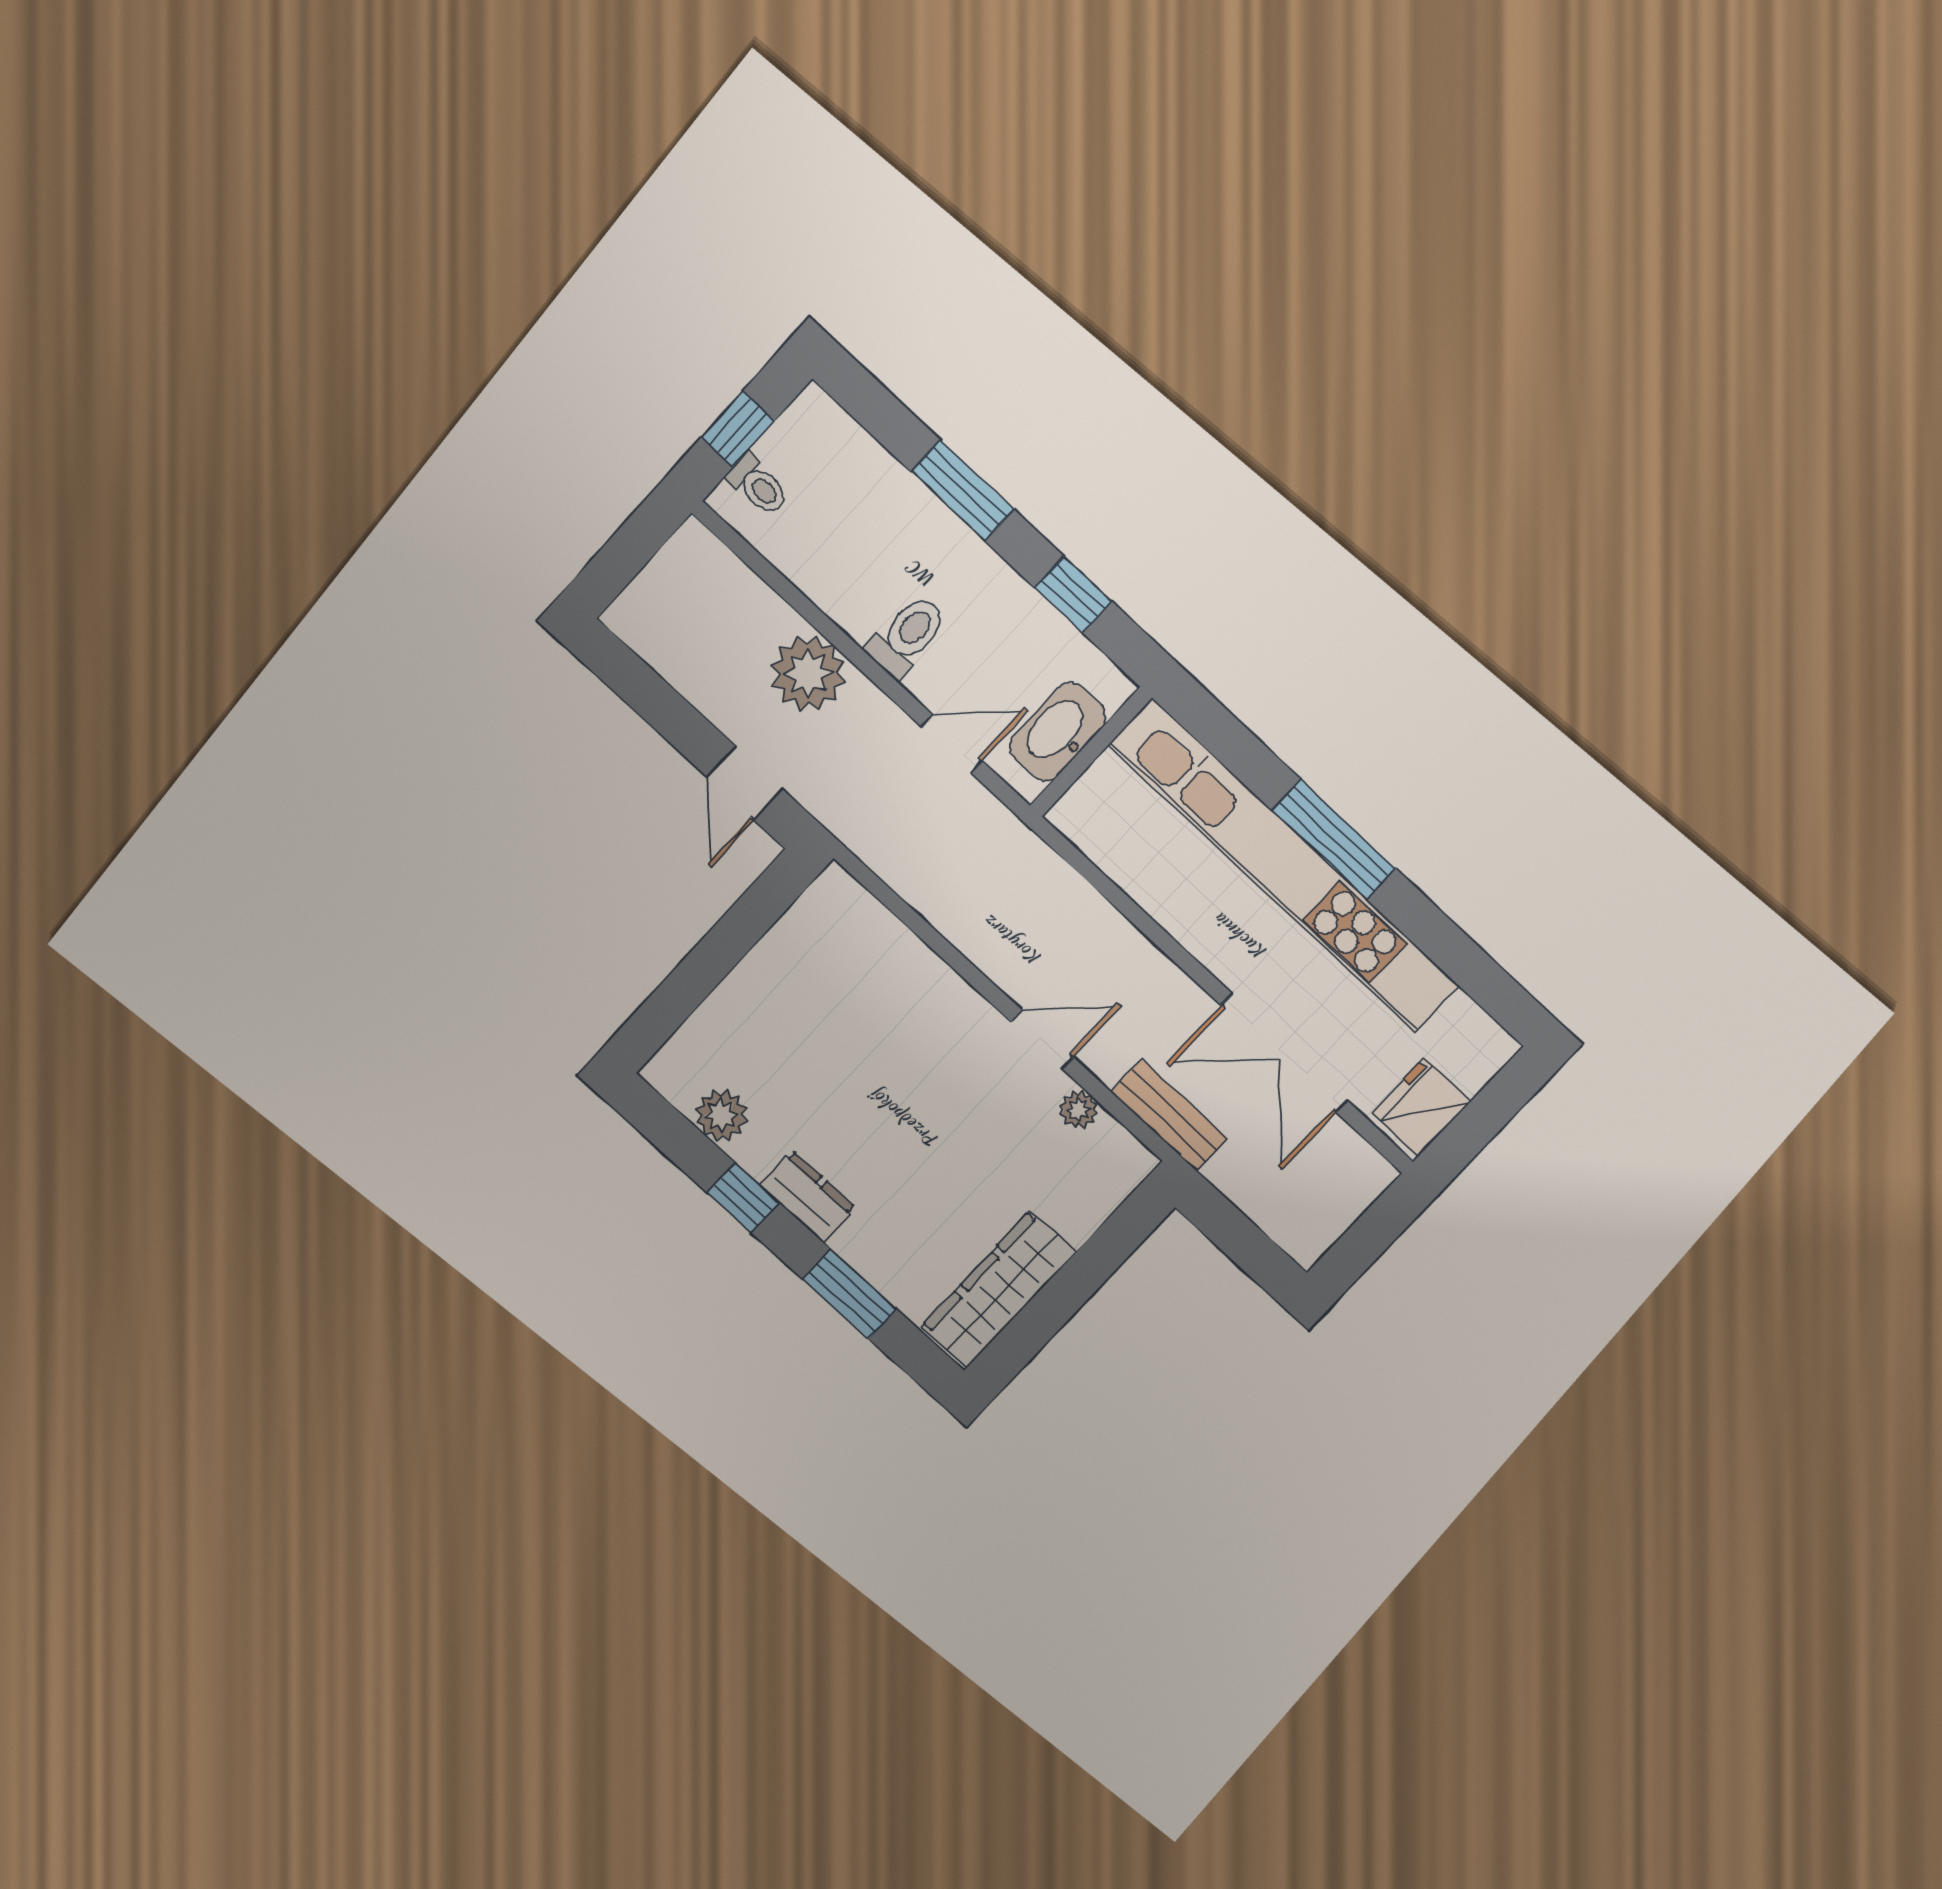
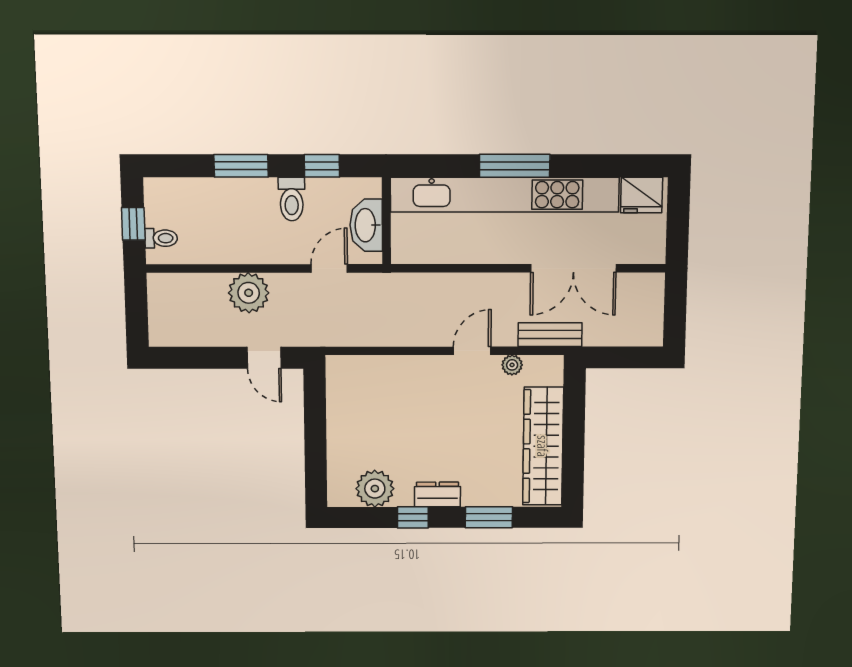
toilet: (907, 636) -> (292, 199), moved, turned 180
fridge: (1421, 1107) -> (642, 195), moved, turned -90
plant: (721, 1115) -> (375, 489), width x1.36, depth x1.36
wardrobe: (999, 1289) -> (543, 446), width x1.40, depth x1.17

